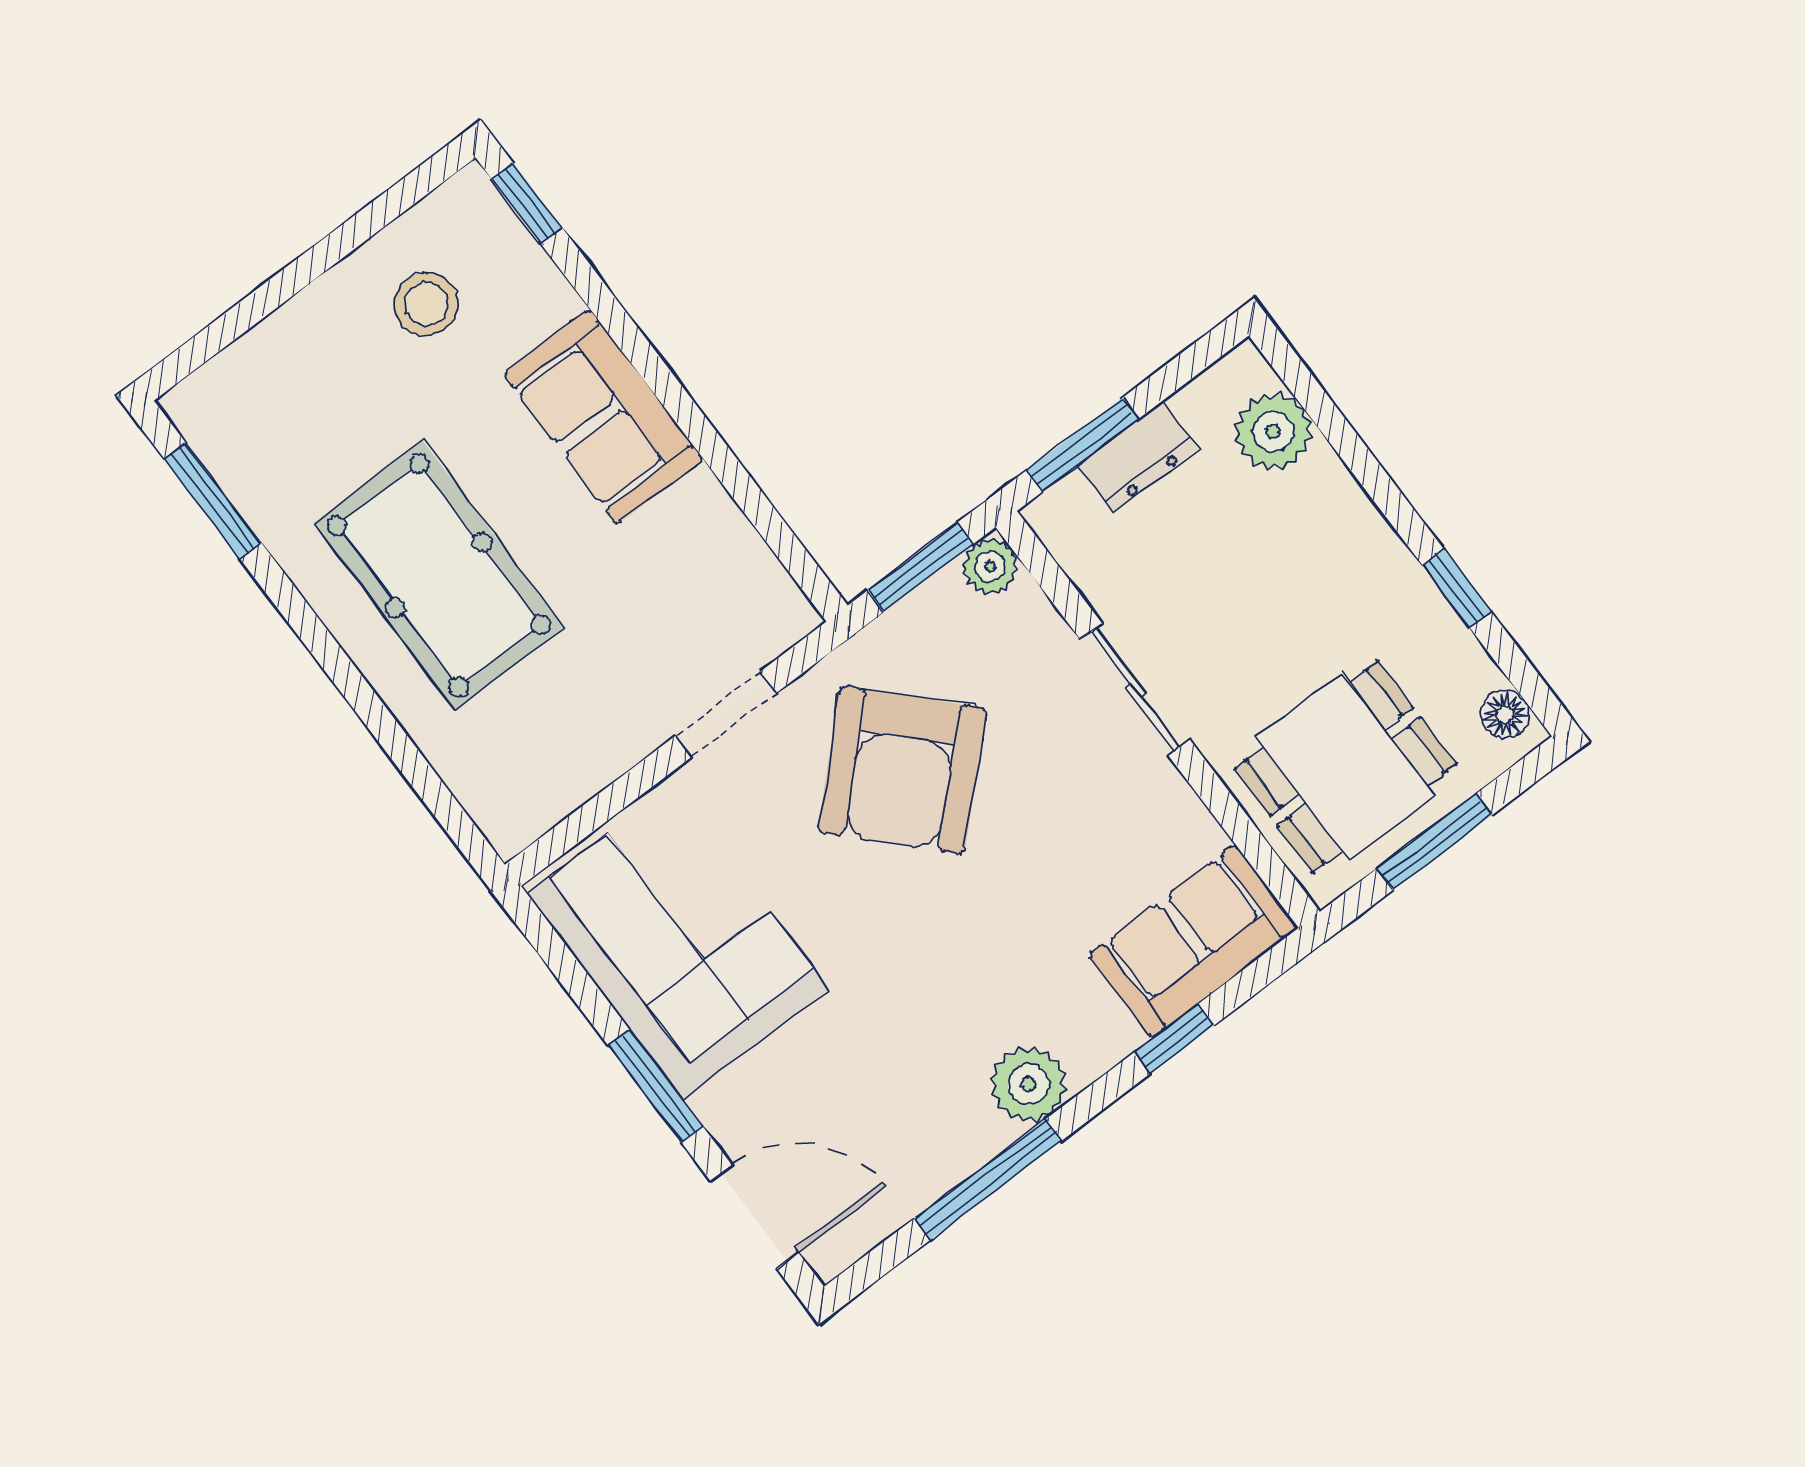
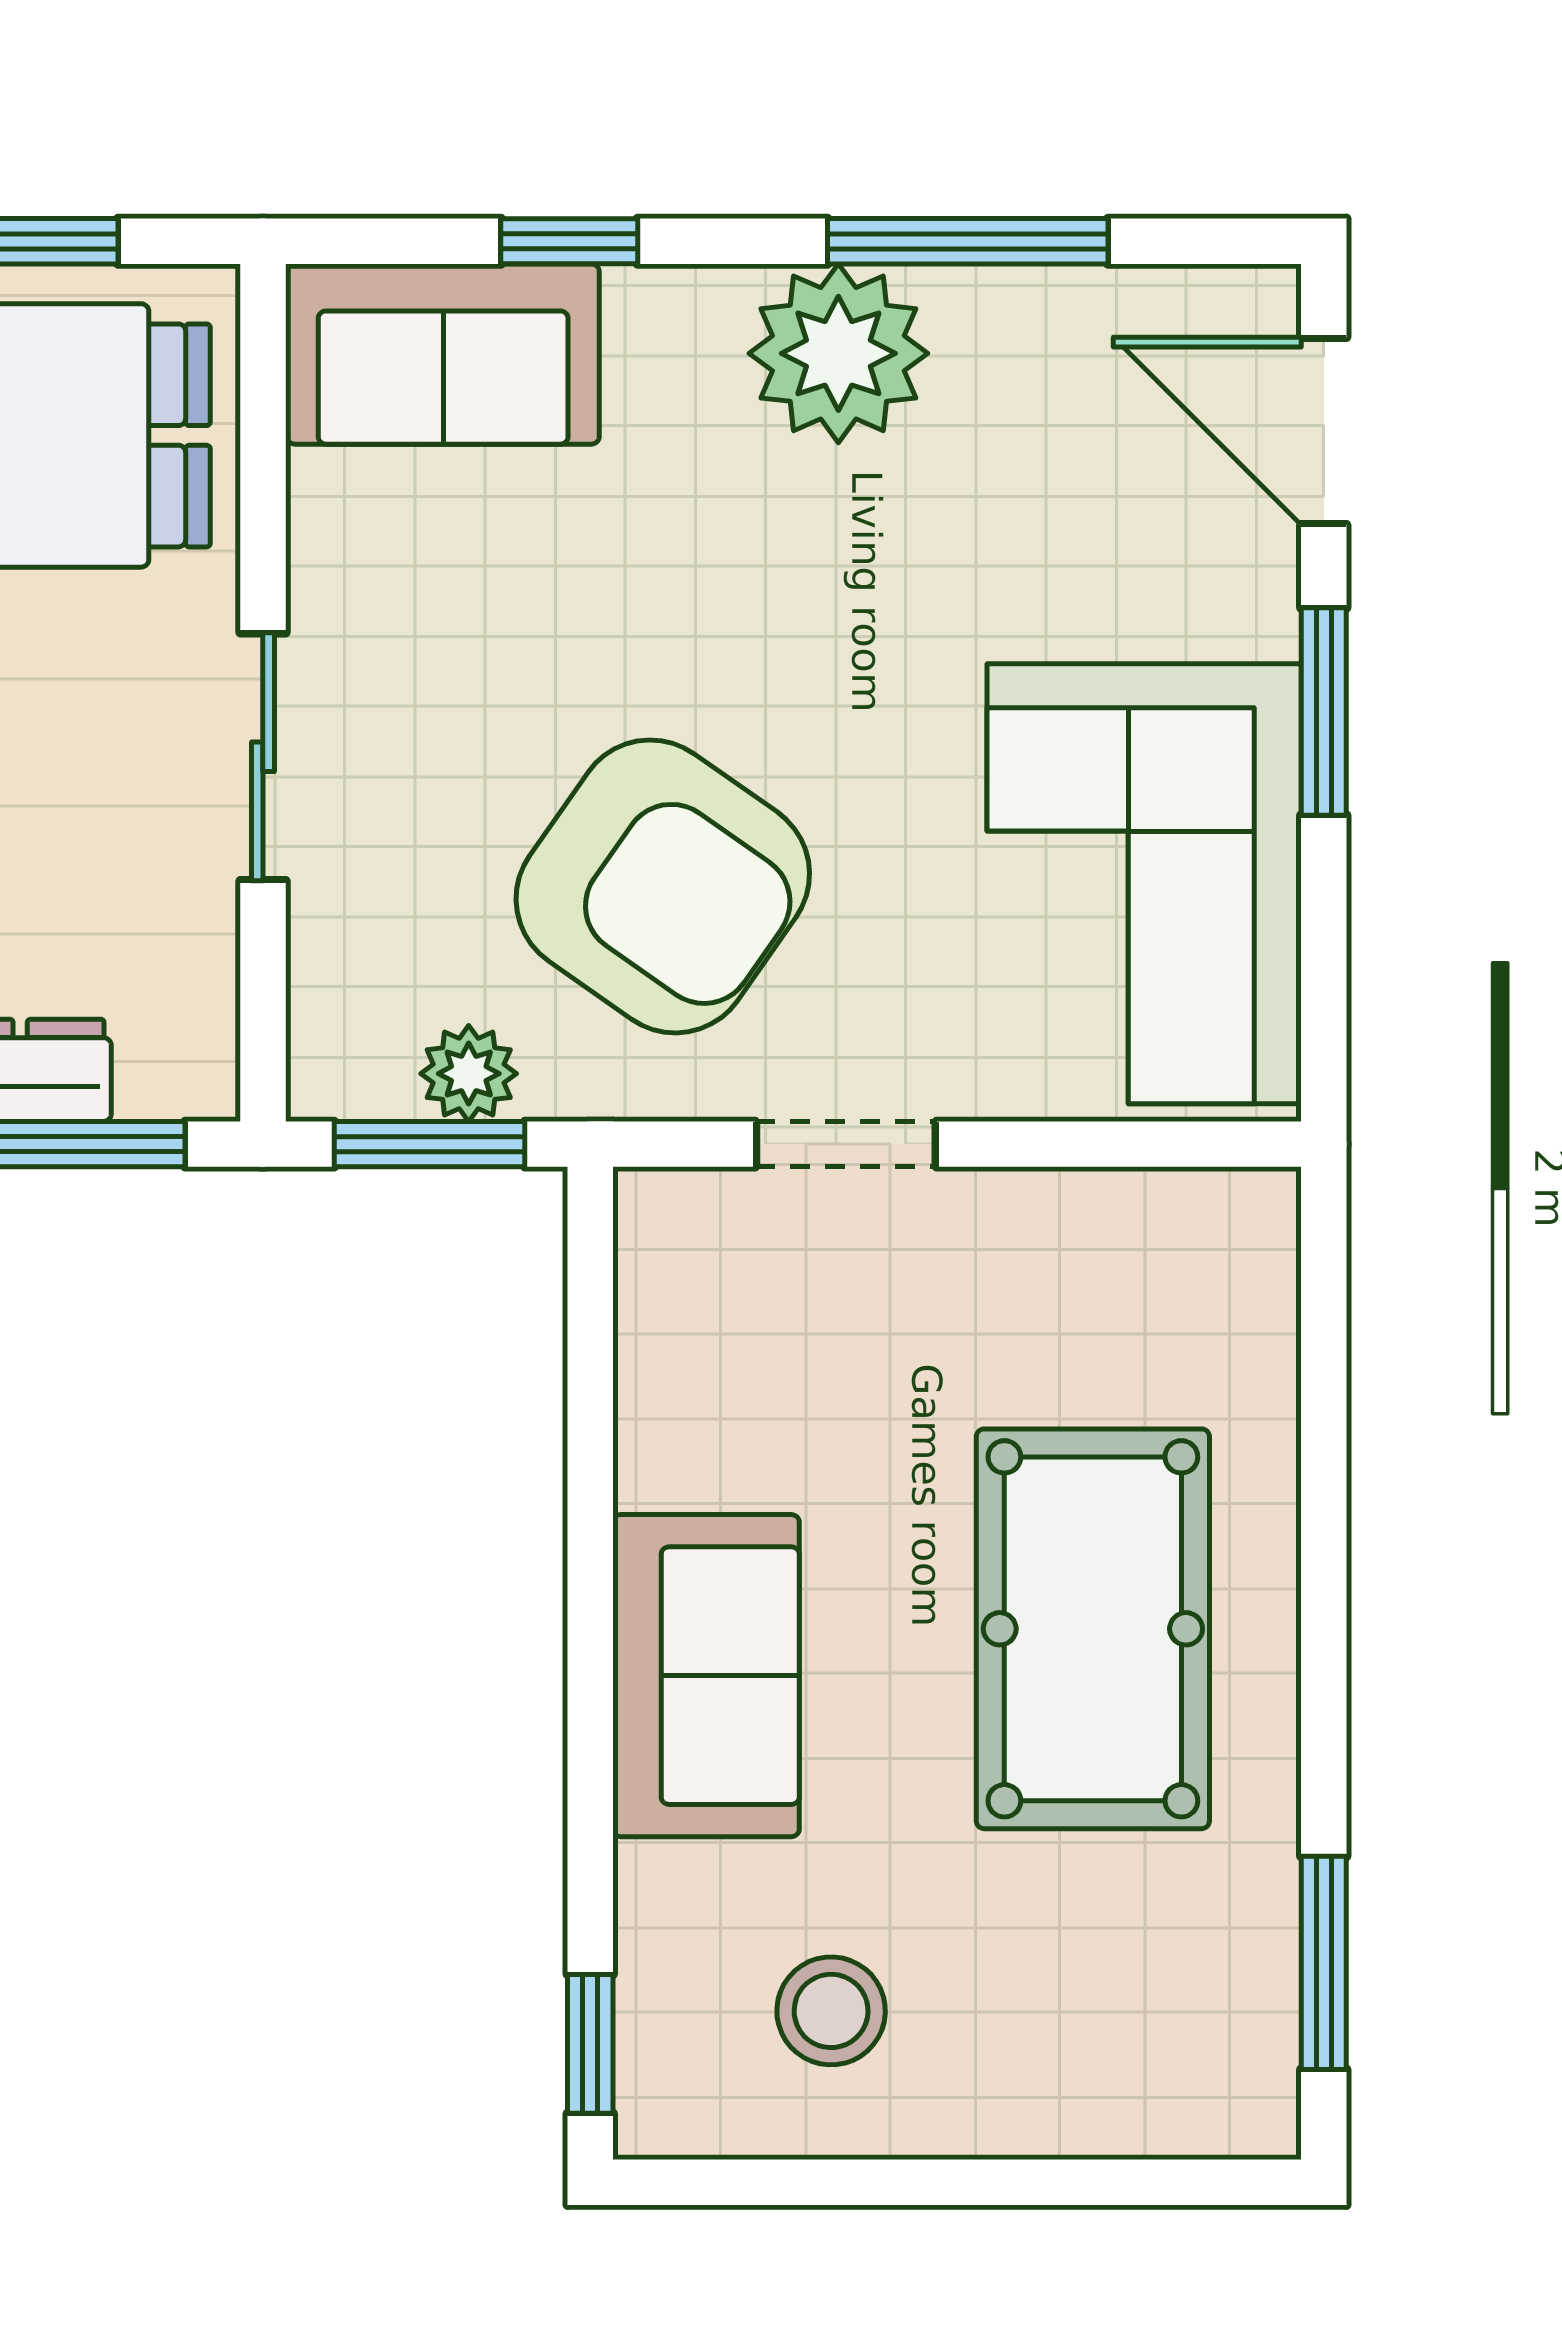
plant: (990, 566) -> (469, 1074), moved
armchair: (902, 770) -> (663, 886), turned 79
plant: (1028, 1084) -> (838, 353), width x1.36, depth x1.36

